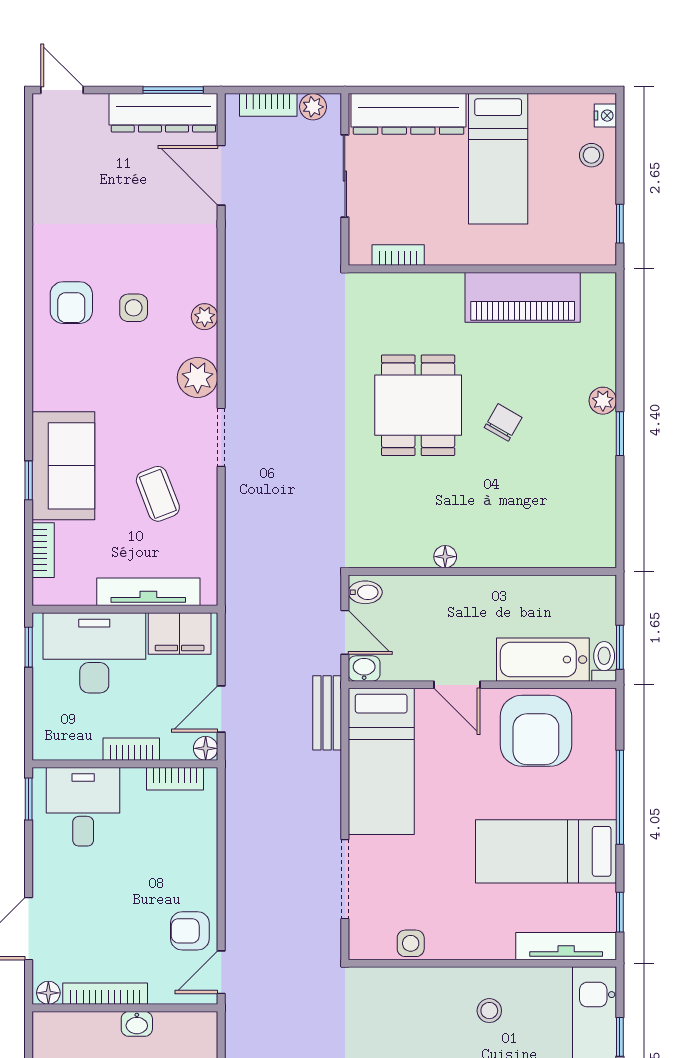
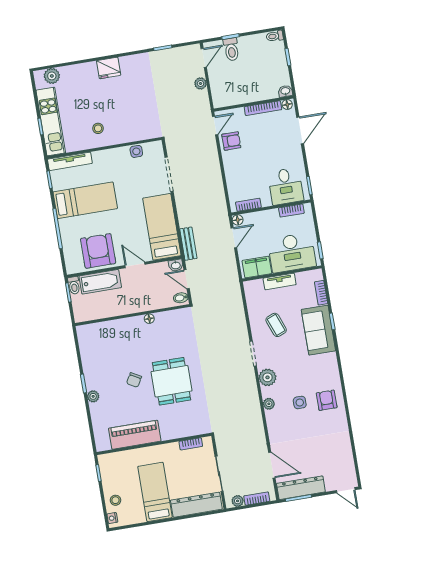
tv unit: (148, 592) -> (280, 281), width x0.71
bookcase: (131, 749) -> (291, 211), moved
washbasin: (137, 1024) -> (285, 91), moved

